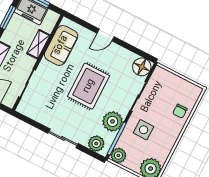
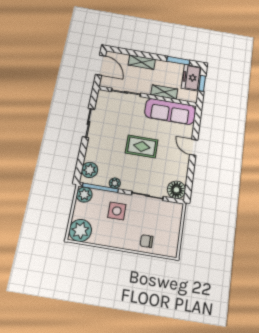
sofa: (61, 45) -> (170, 111), width x1.36
rug: (89, 86) -> (142, 146), width x0.73, depth x0.70
plant: (113, 121) -> (115, 183), width x0.53, depth x0.53
sliding door: (63, 138) -> (88, 123), moved

